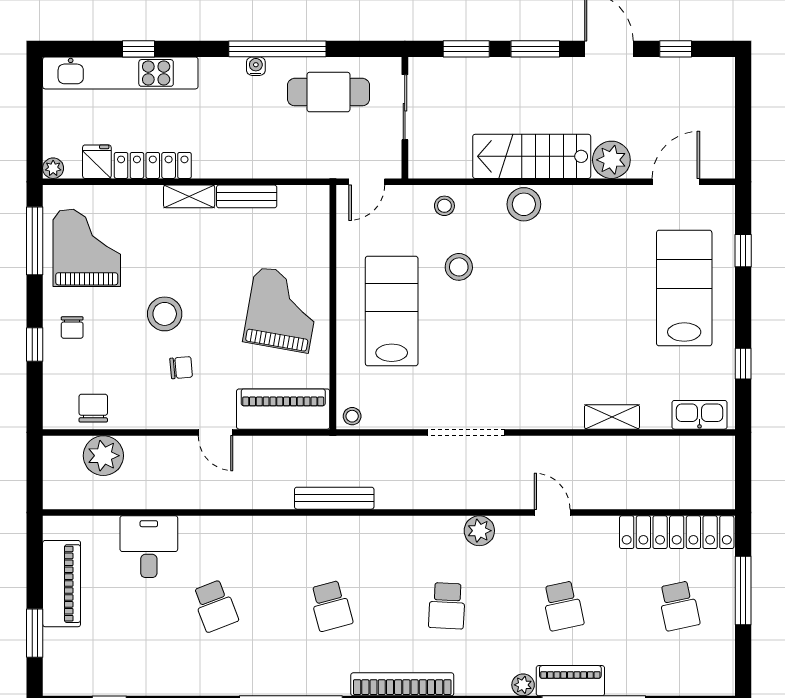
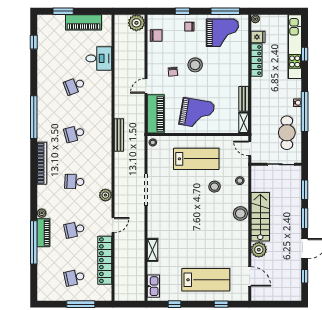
shelving: (189, 196) -> (244, 123), moved
plant: (103, 456) -> (136, 23), moved
locker: (677, 532) -> (105, 260), moved

